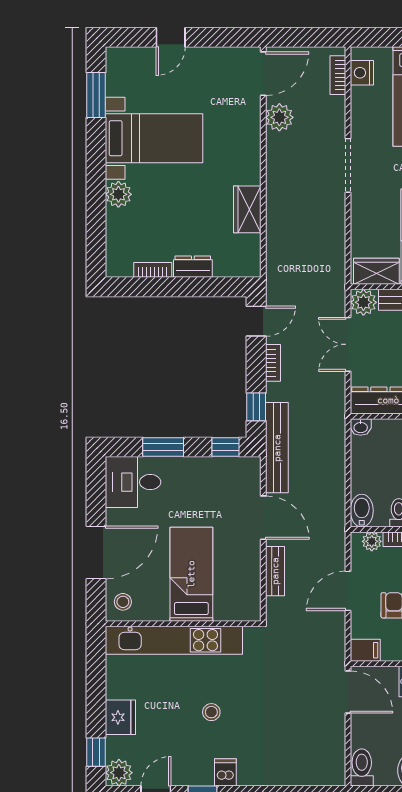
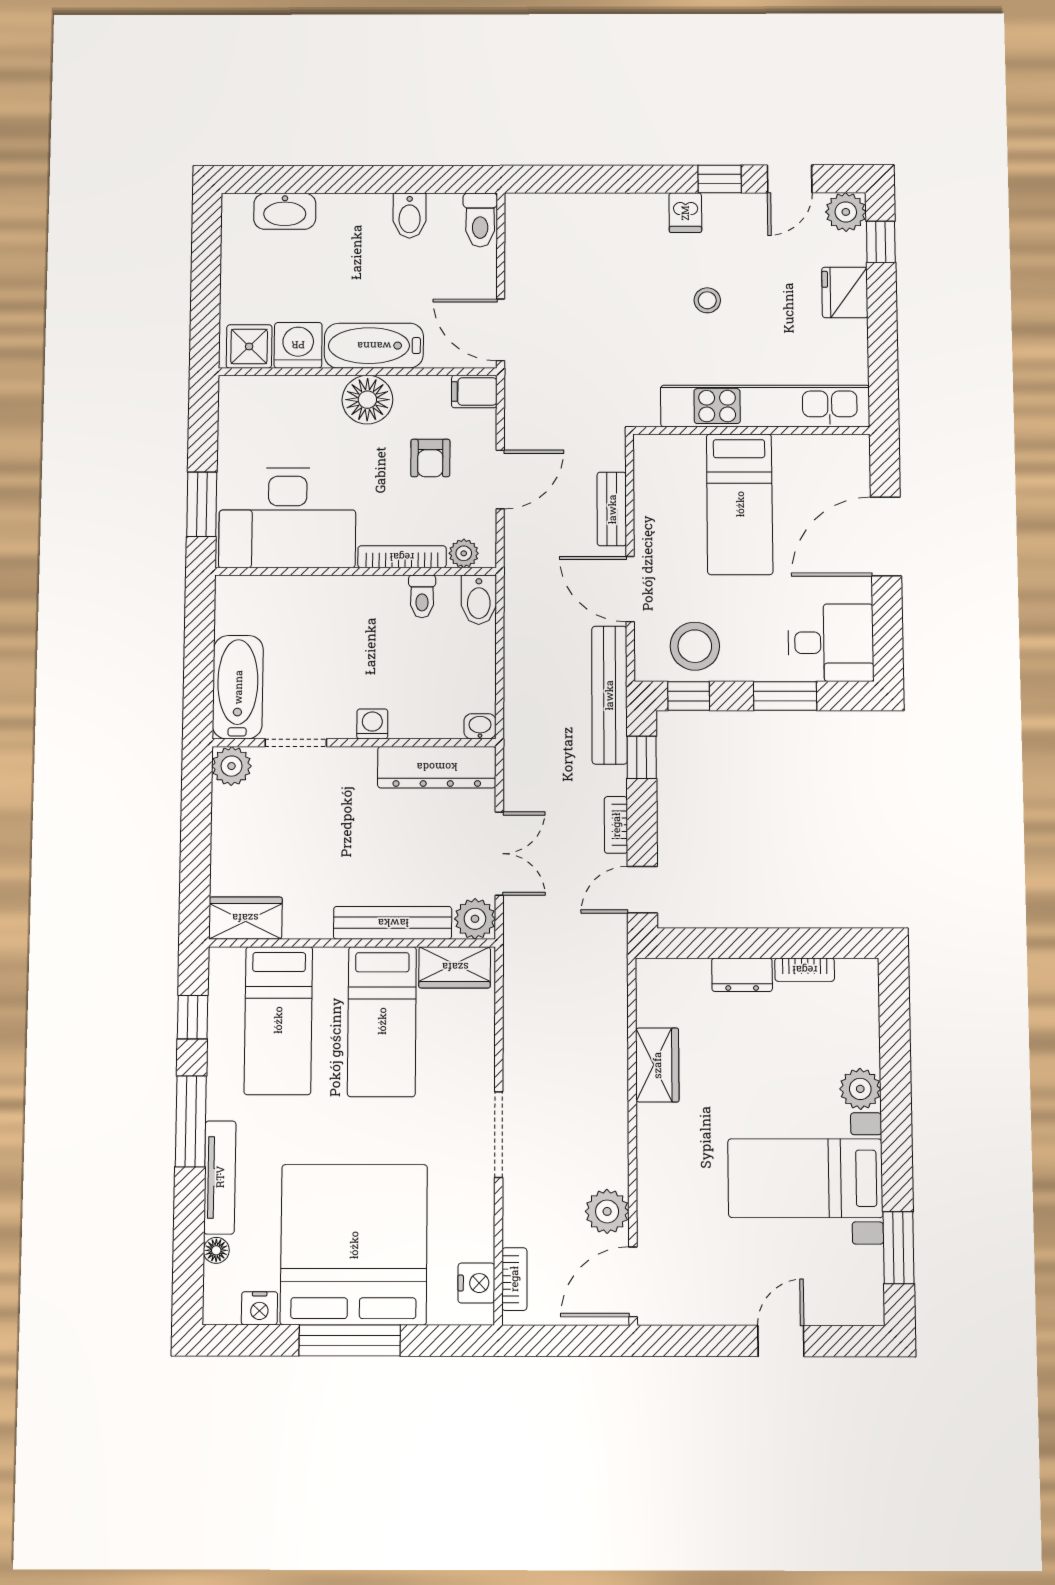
stool: (123, 602) -> (695, 646), moved, width x1.89, depth x1.89

